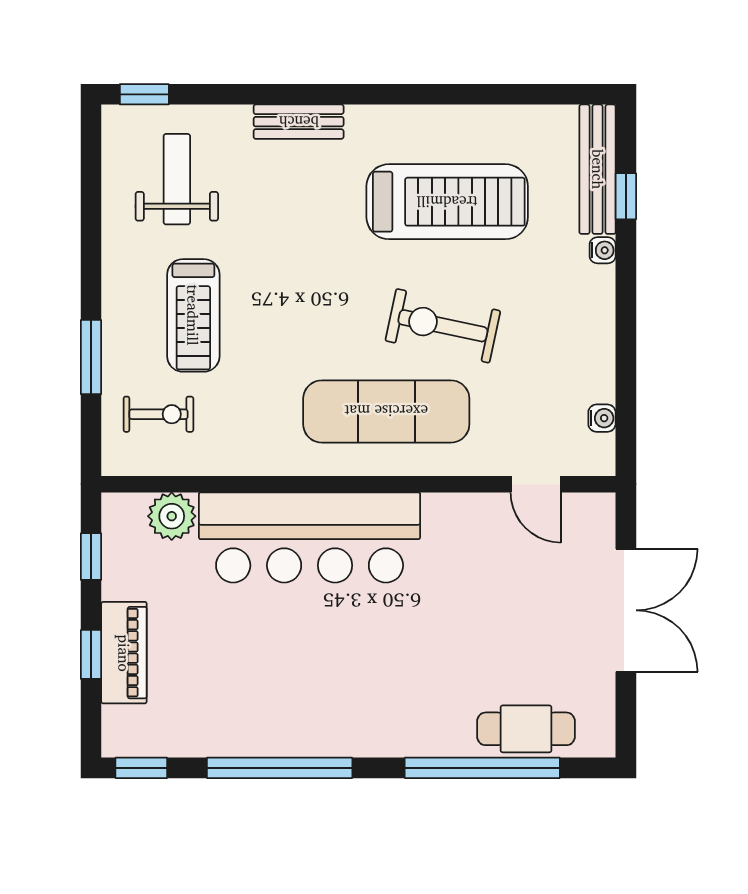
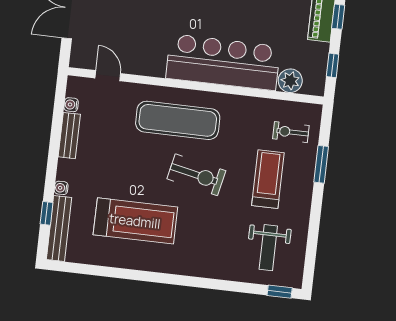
bench: (299, 122) -> (69, 136), moved, turned 90
treadmill: (447, 202) -> (135, 221), turned 180
exercise bike: (443, 326) -> (196, 175), moved

